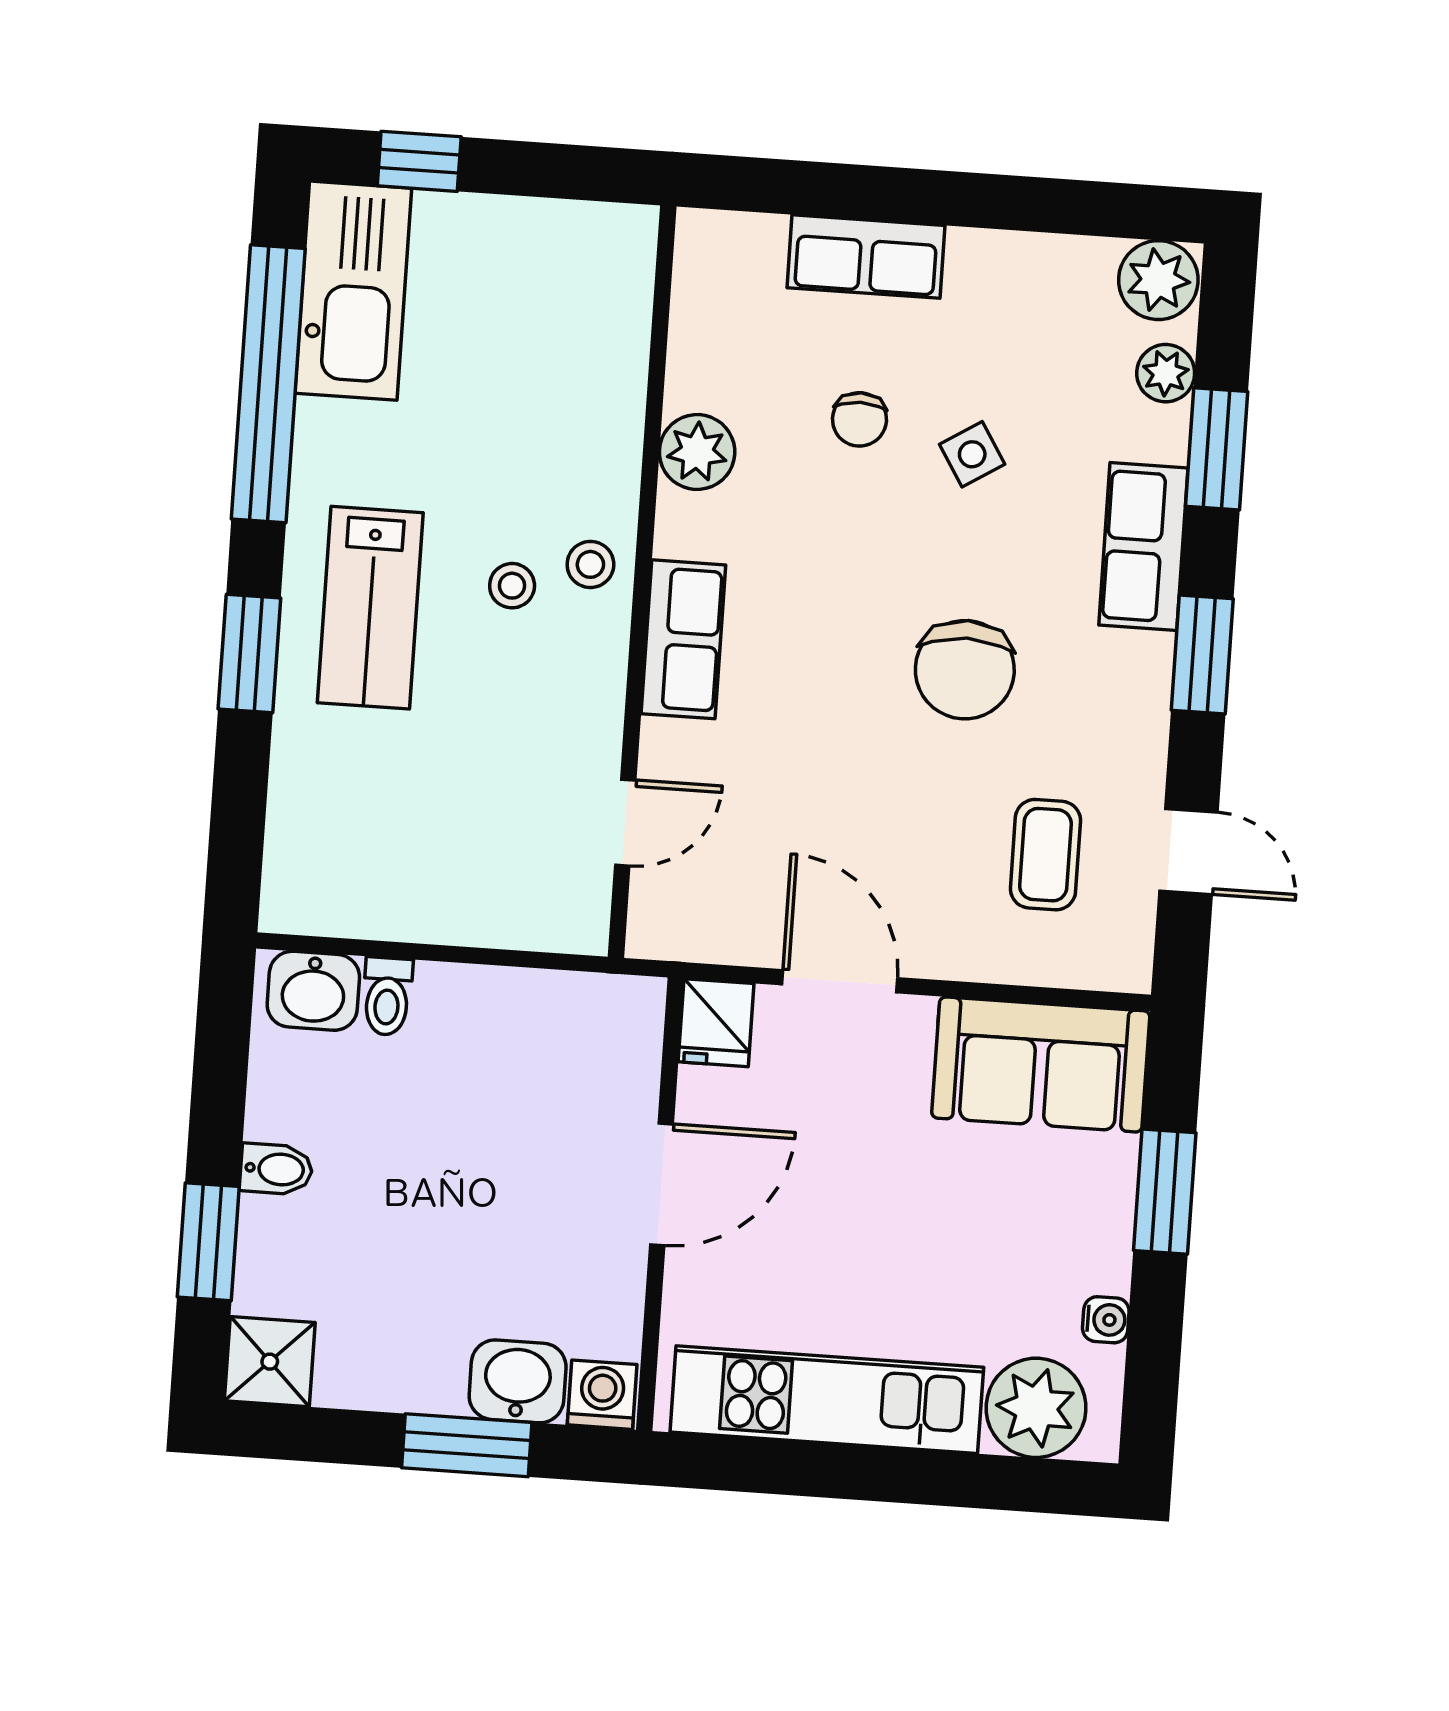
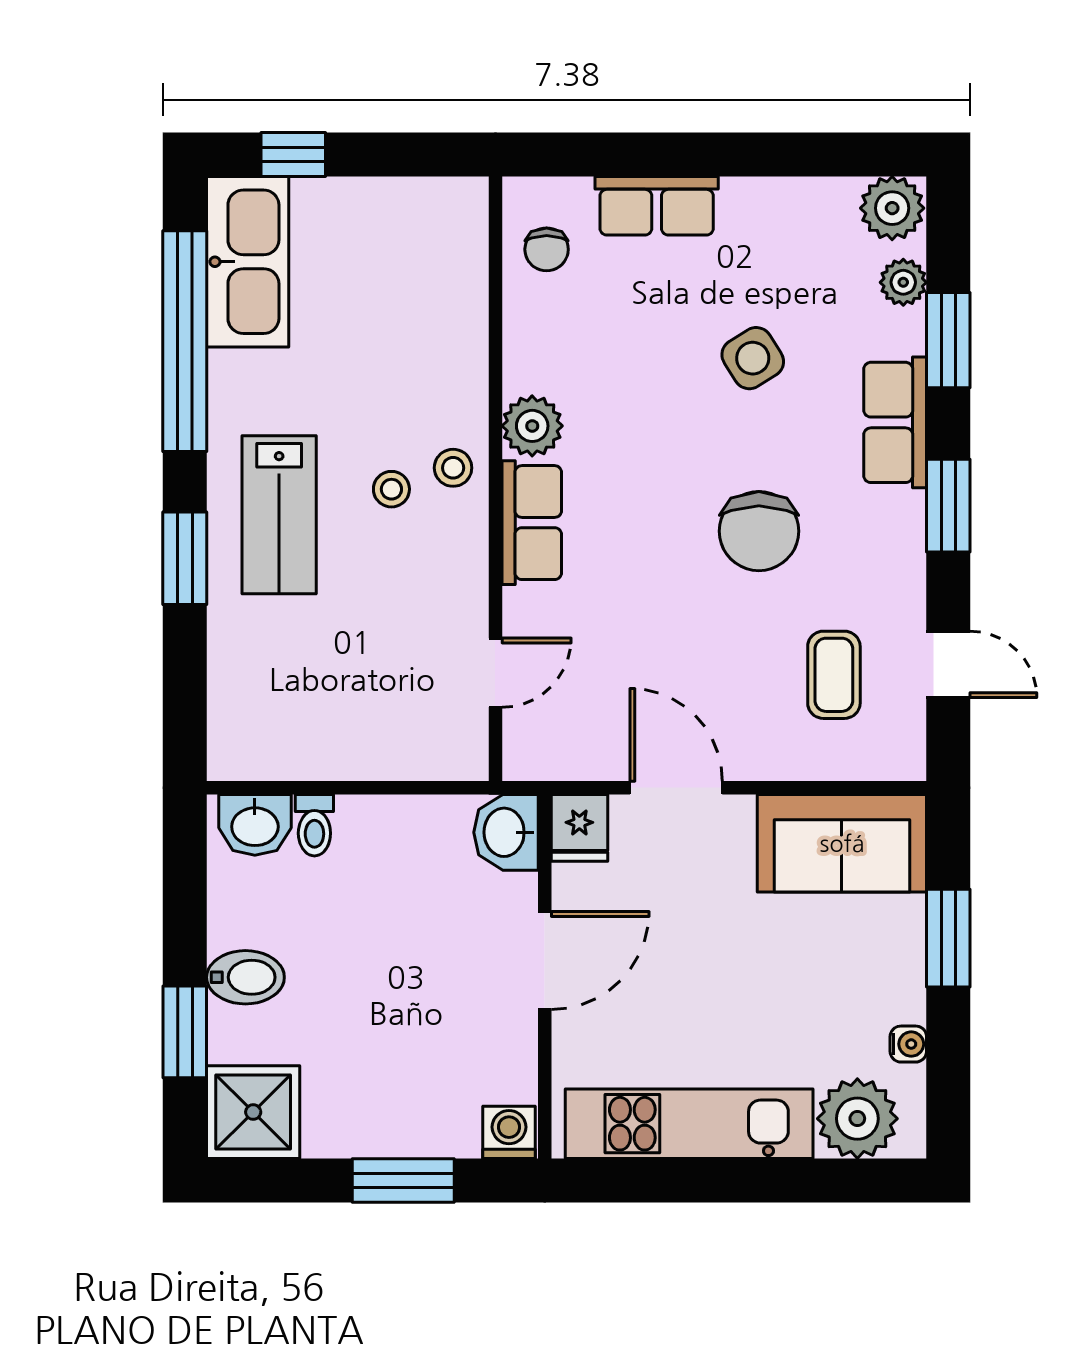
chair: (859, 419) -> (547, 249), moved
plant: (697, 452) -> (532, 426), moved
side table: (972, 454) -> (753, 358), width x1.37, depth x1.37
bidet: (276, 1169) -> (245, 977), width x1.38, depth x1.36
shower: (270, 1362) -> (253, 1112), width x1.36, depth x1.36
washbasin: (518, 1381) -> (506, 832), moved, turned -90

